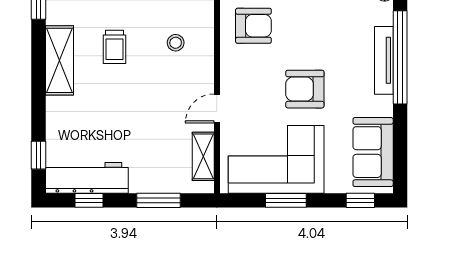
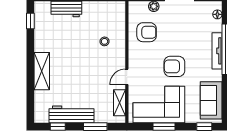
trolley: (115, 47) -> (72, 44), removed
shelving: (59, 60) -> (42, 71), moved
window: (38, 155) -> (30, 102), removed
workbench: (87, 178) -> (72, 114), moved

